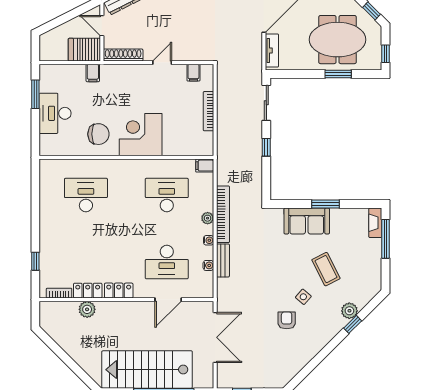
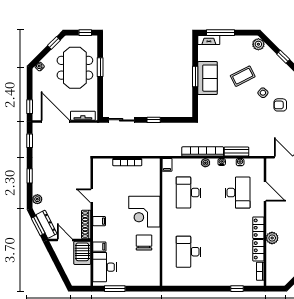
door: (102, 26) -> (65, 240), swing flipped
filing cabinet: (193, 73) -> (99, 221), moved
desk: (55, 113) -> (104, 267), moved, turned 90
sofa: (307, 221) -> (208, 78), moved
plant: (87, 309) -> (272, 238), moved
plant: (349, 311) -> (258, 44), moved

